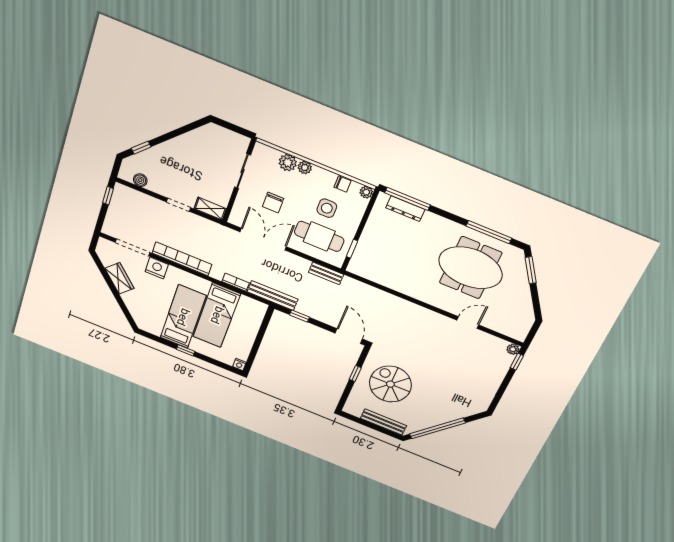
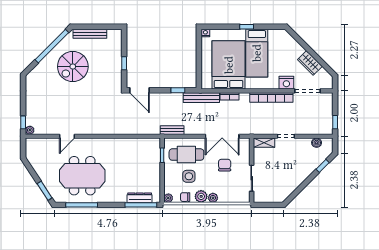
plant: (288, 163) -> (201, 196), moved
bed: (217, 315) -> (229, 65), width x1.50
spiral stairs: (390, 384) -> (73, 67), moved, turned 90

